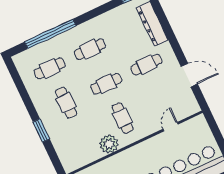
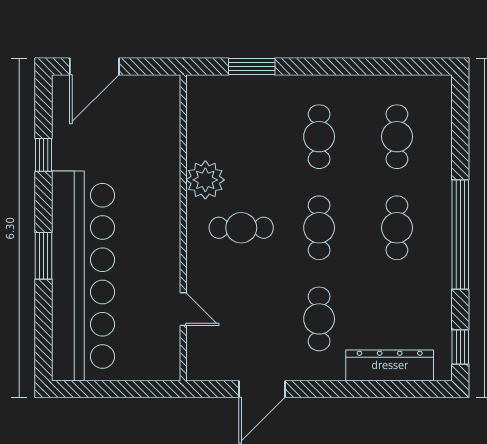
window: (50, 34) -> (460, 235), moved
cafe table: (66, 103) -> (319, 137), turned 90
window: (41, 130) -> (252, 66), moved

